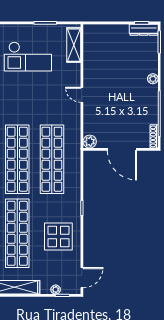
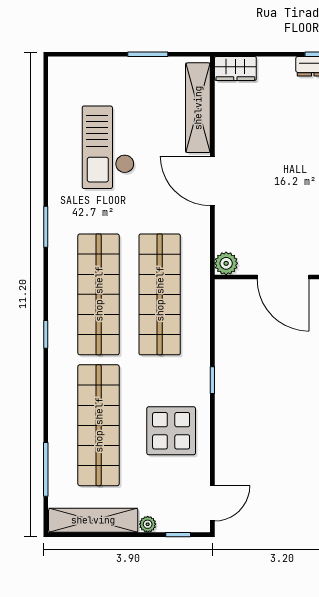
wardrobe: (95, 31) -> (235, 68), added
shelving: (74, 45) -> (198, 108), width x1.47
checkout: (28, 57) -> (108, 147), moved, turned 90
door: (82, 95) -> (212, 181), width x1.88
plant: (56, 290) -> (148, 524), moved

